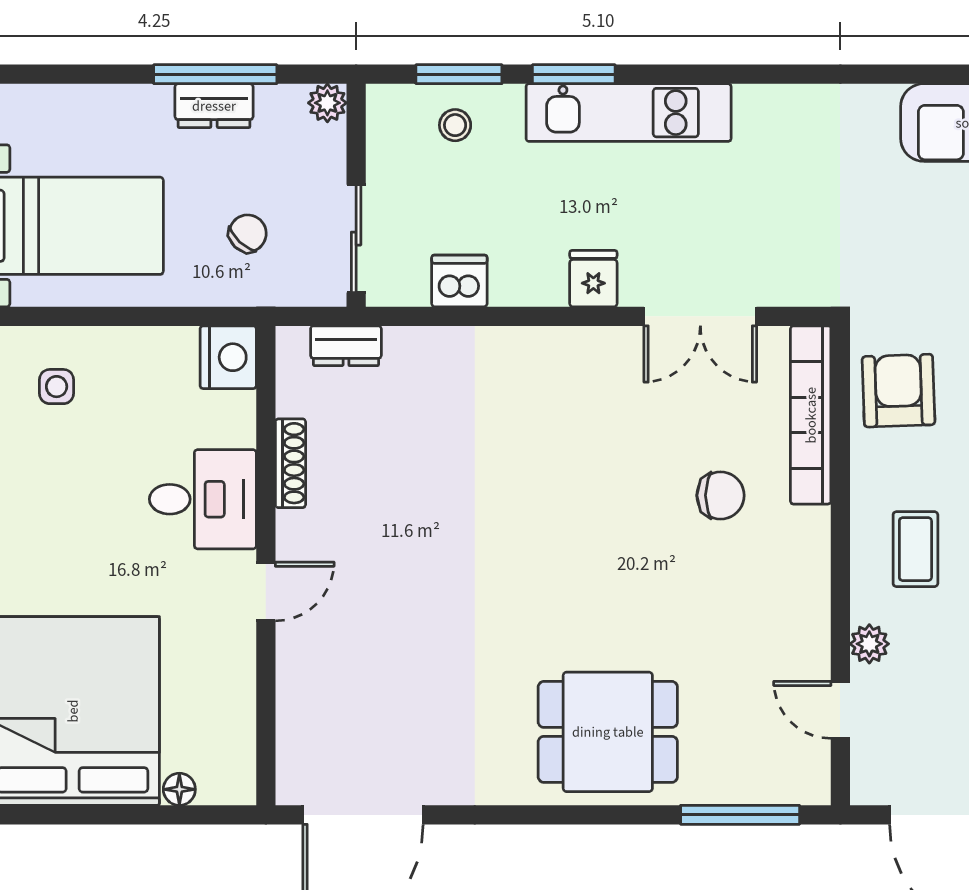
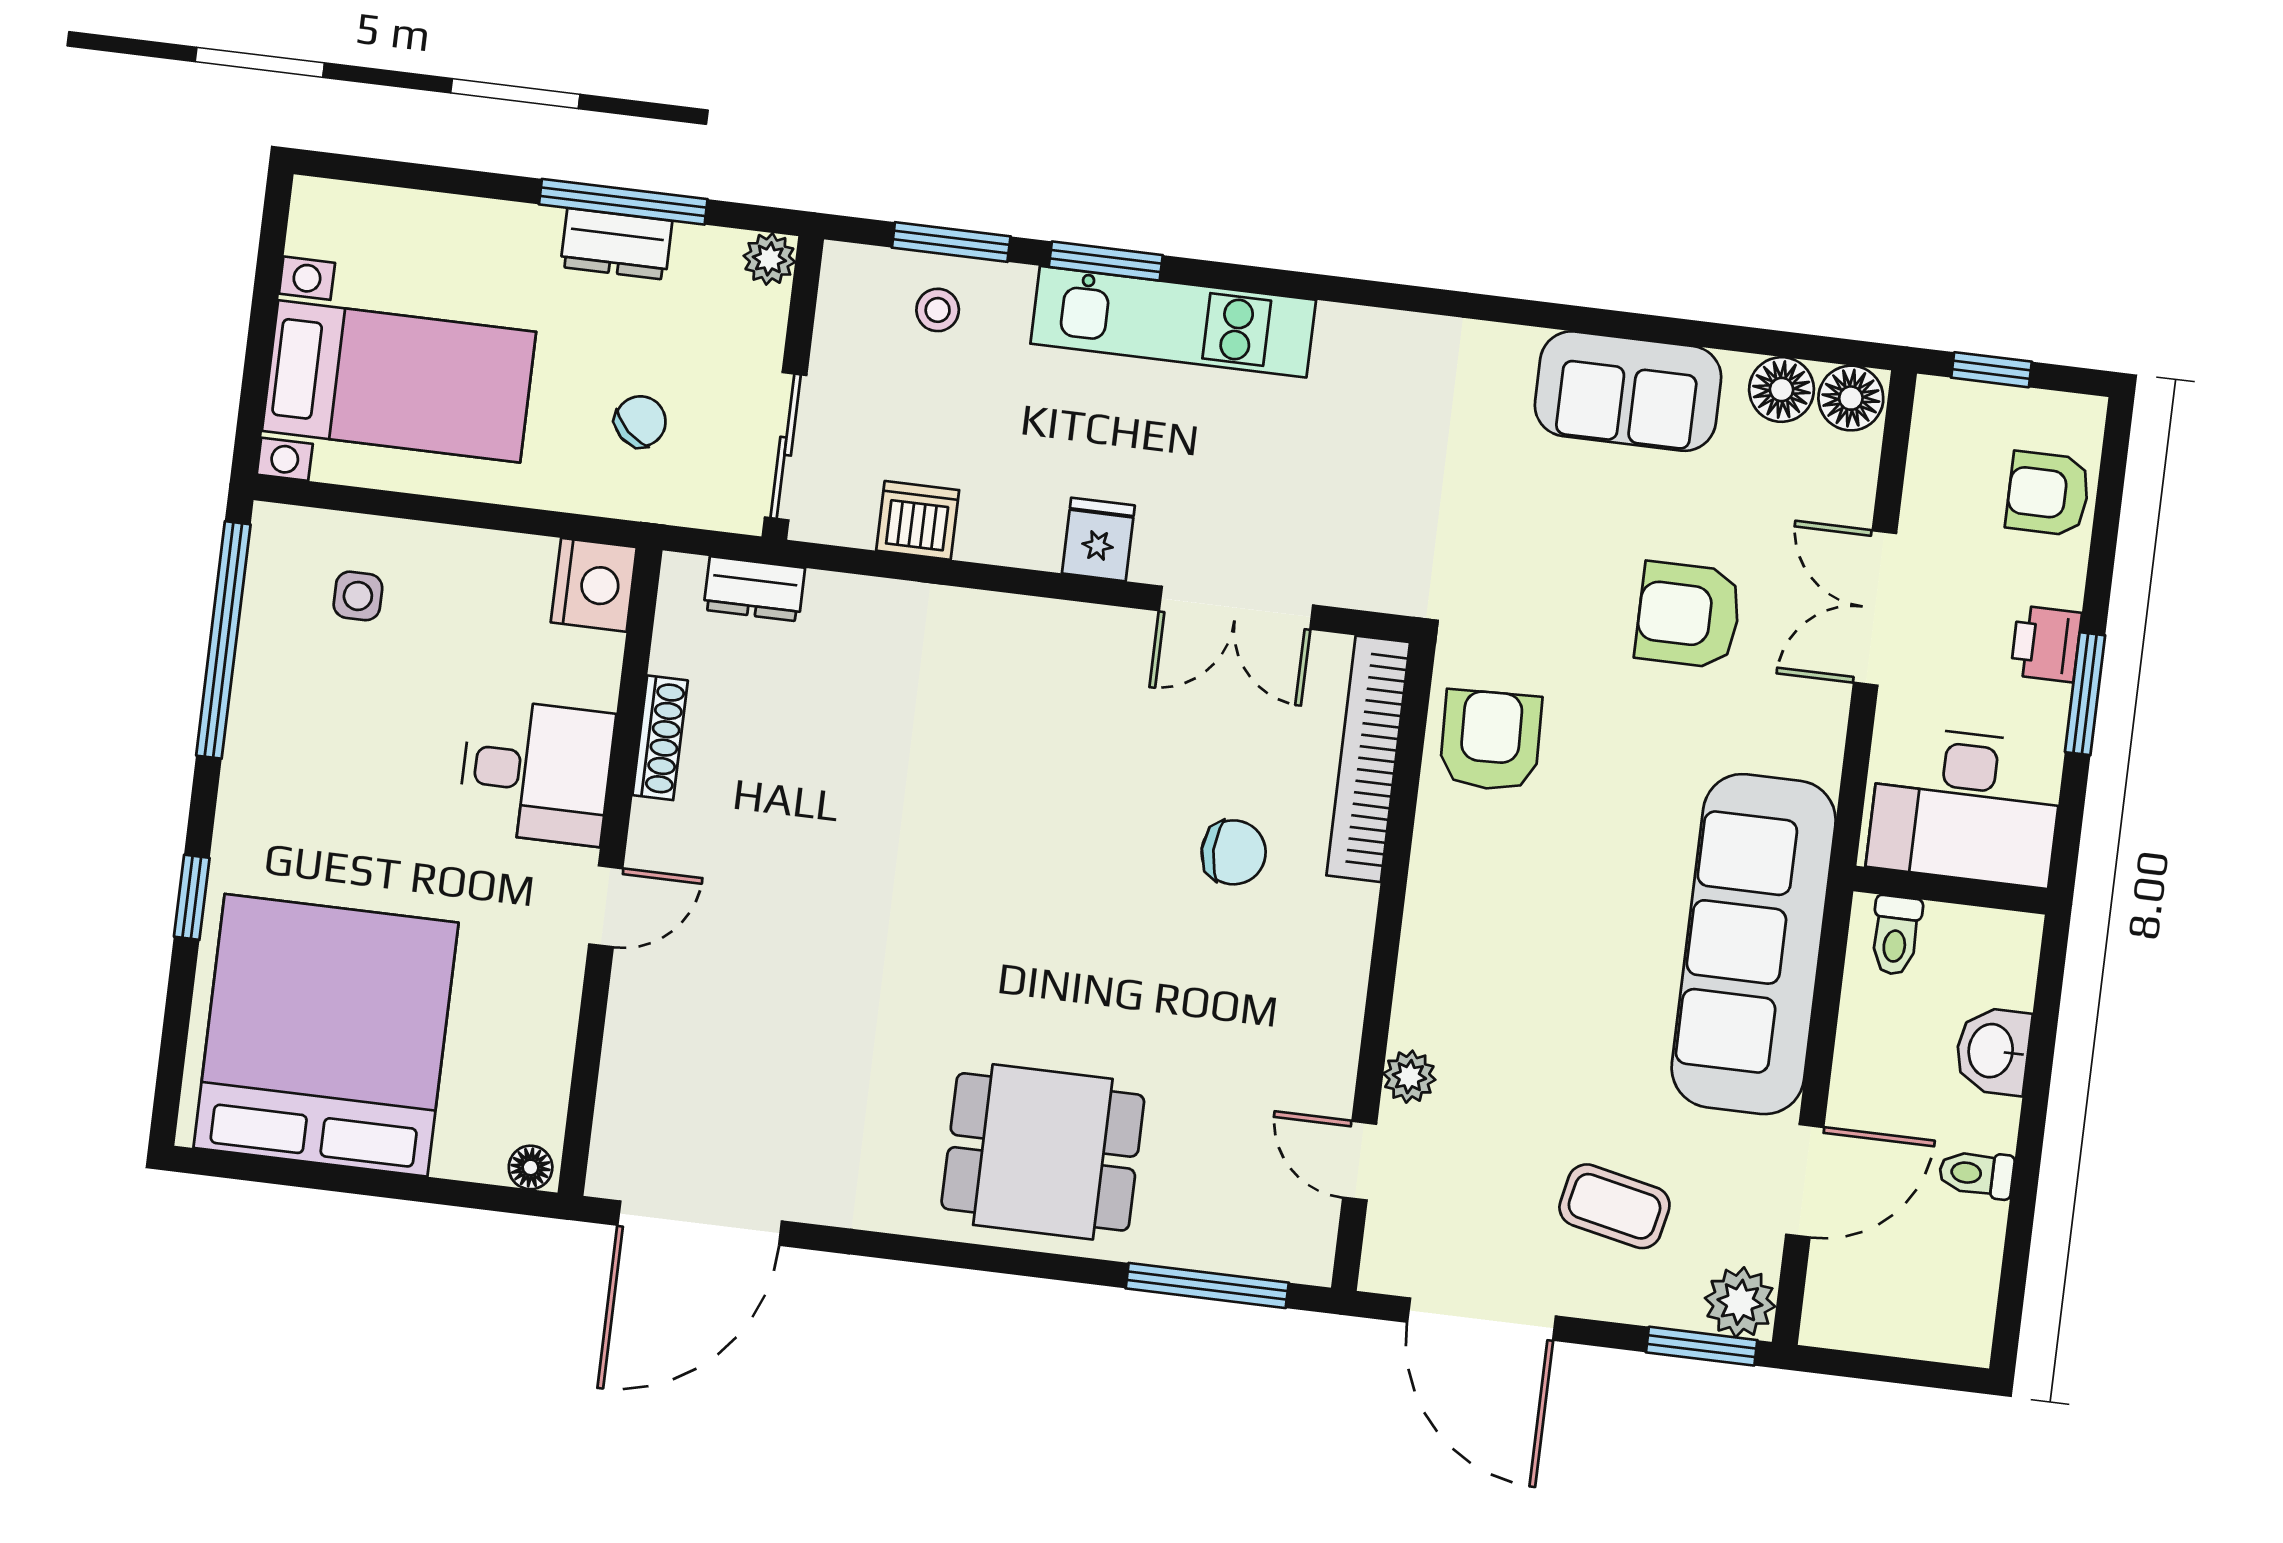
coffee table: (915, 549) -> (1487, 957), removed
floor lamp: (179, 789) -> (531, 1167), moved

